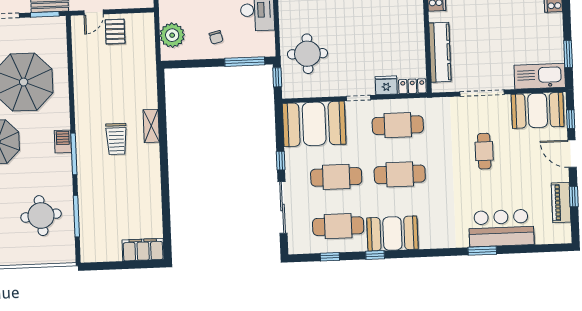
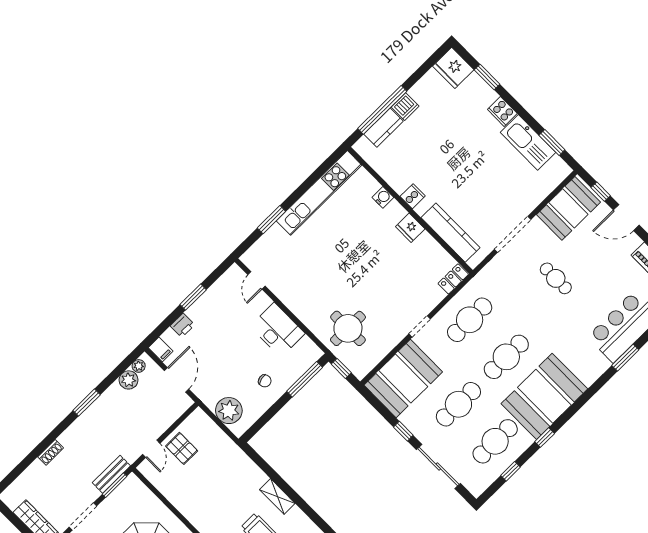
kitchen sink: (540, 76) -> (528, 142), moved, turned -90
fridge: (386, 85) -> (410, 228), moved, turned -90
booth: (392, 234) -> (544, 396), width x1.36, depth x1.42

